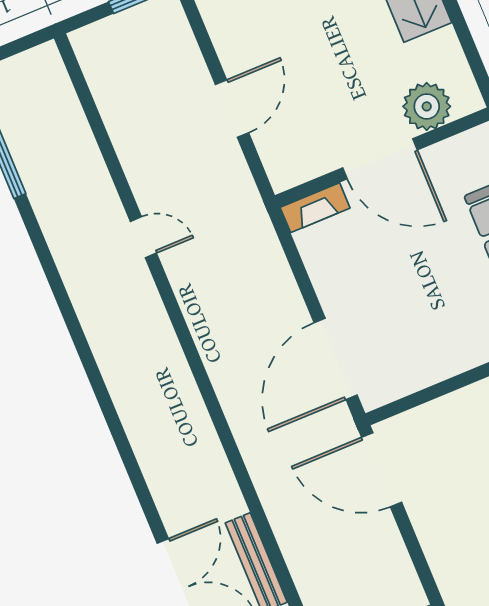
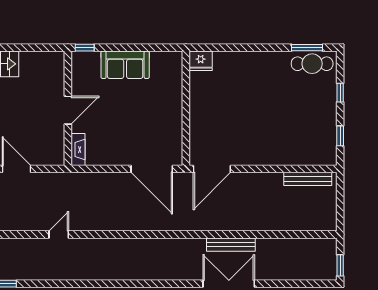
plant: (427, 106) -> (53, 79), removed
door: (380, 159) -> (68, 110), width x0.73

